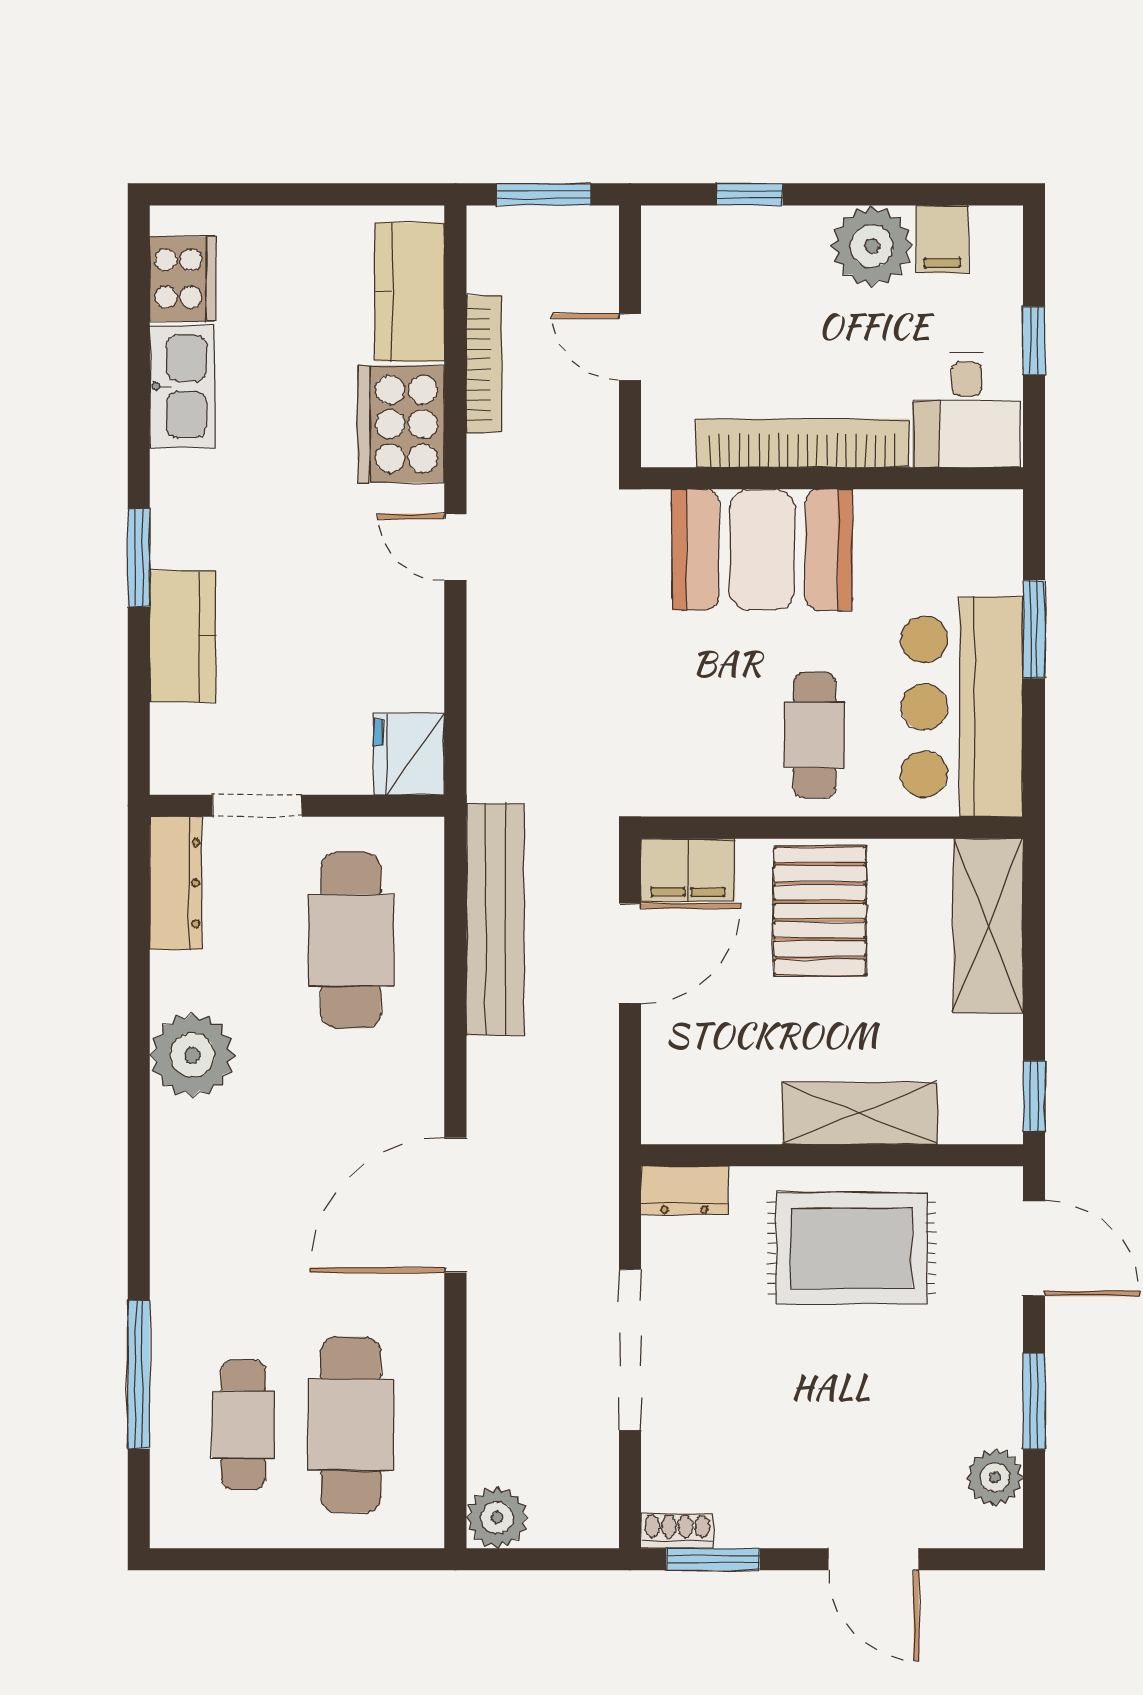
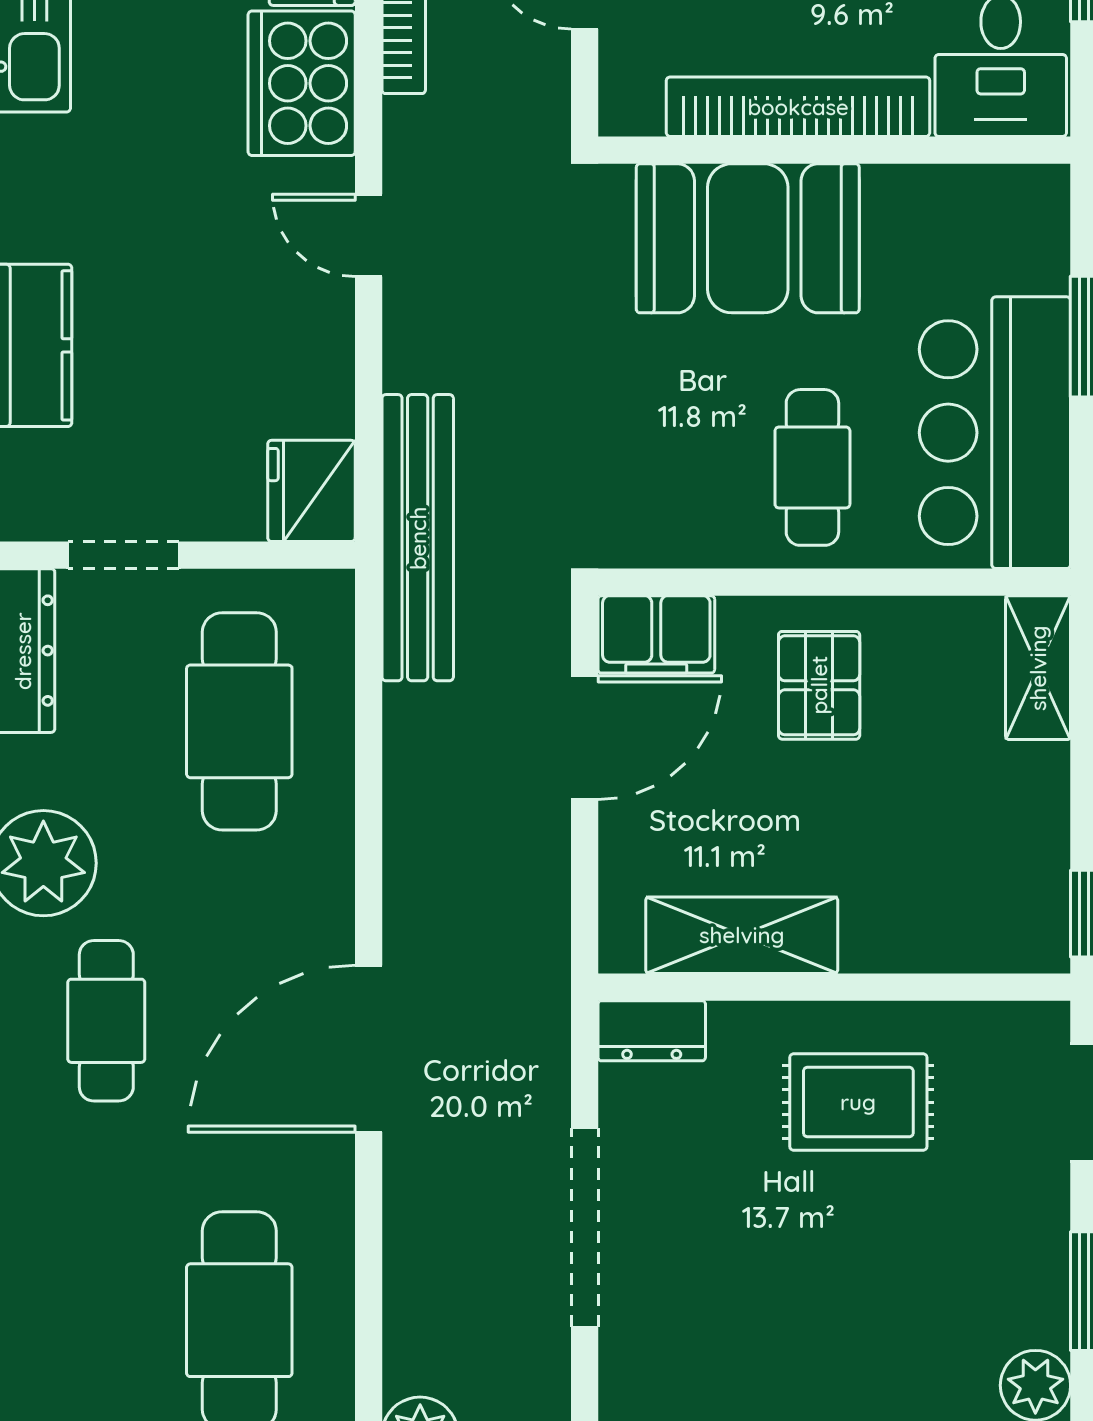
pallet: (820, 911) -> (819, 685), width x0.67, depth x0.71
bench: (495, 920) -> (418, 538), moved
shelving: (988, 926) -> (1038, 668), width x0.67, depth x0.75
shelving: (860, 1113) -> (742, 935), moved
rug: (852, 1248) -> (858, 1102), width x0.73, depth x0.70
cafe table: (243, 1425) -> (106, 1021), moved

